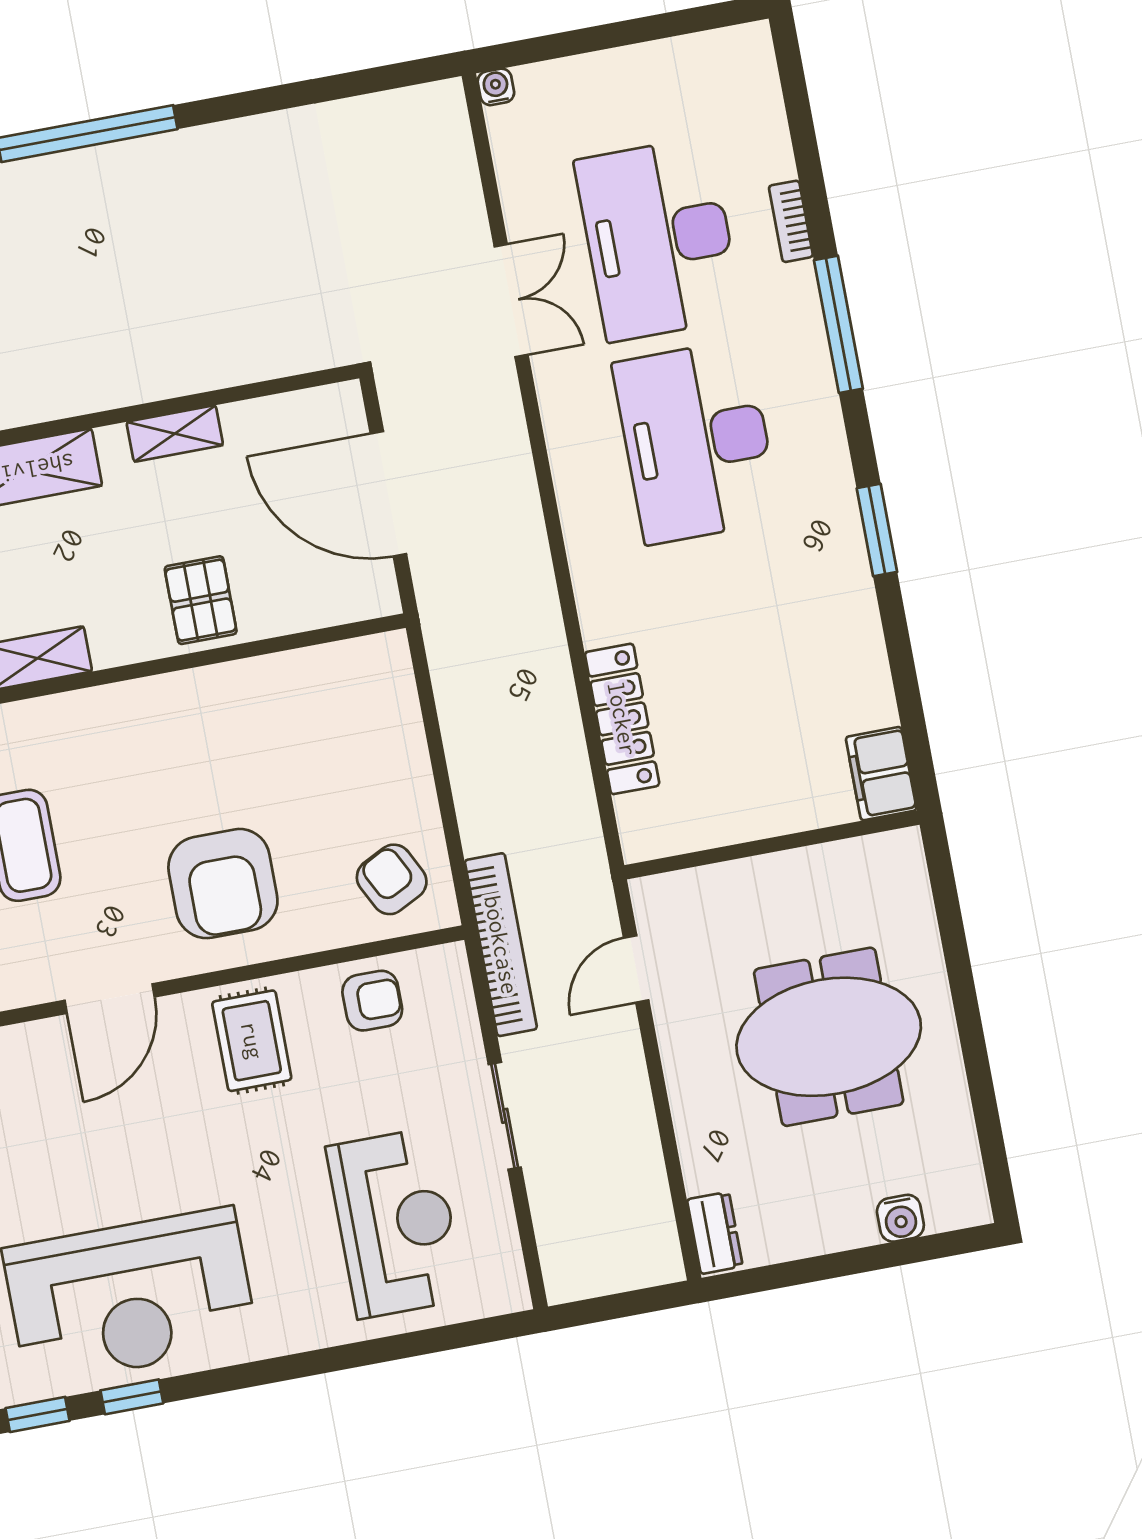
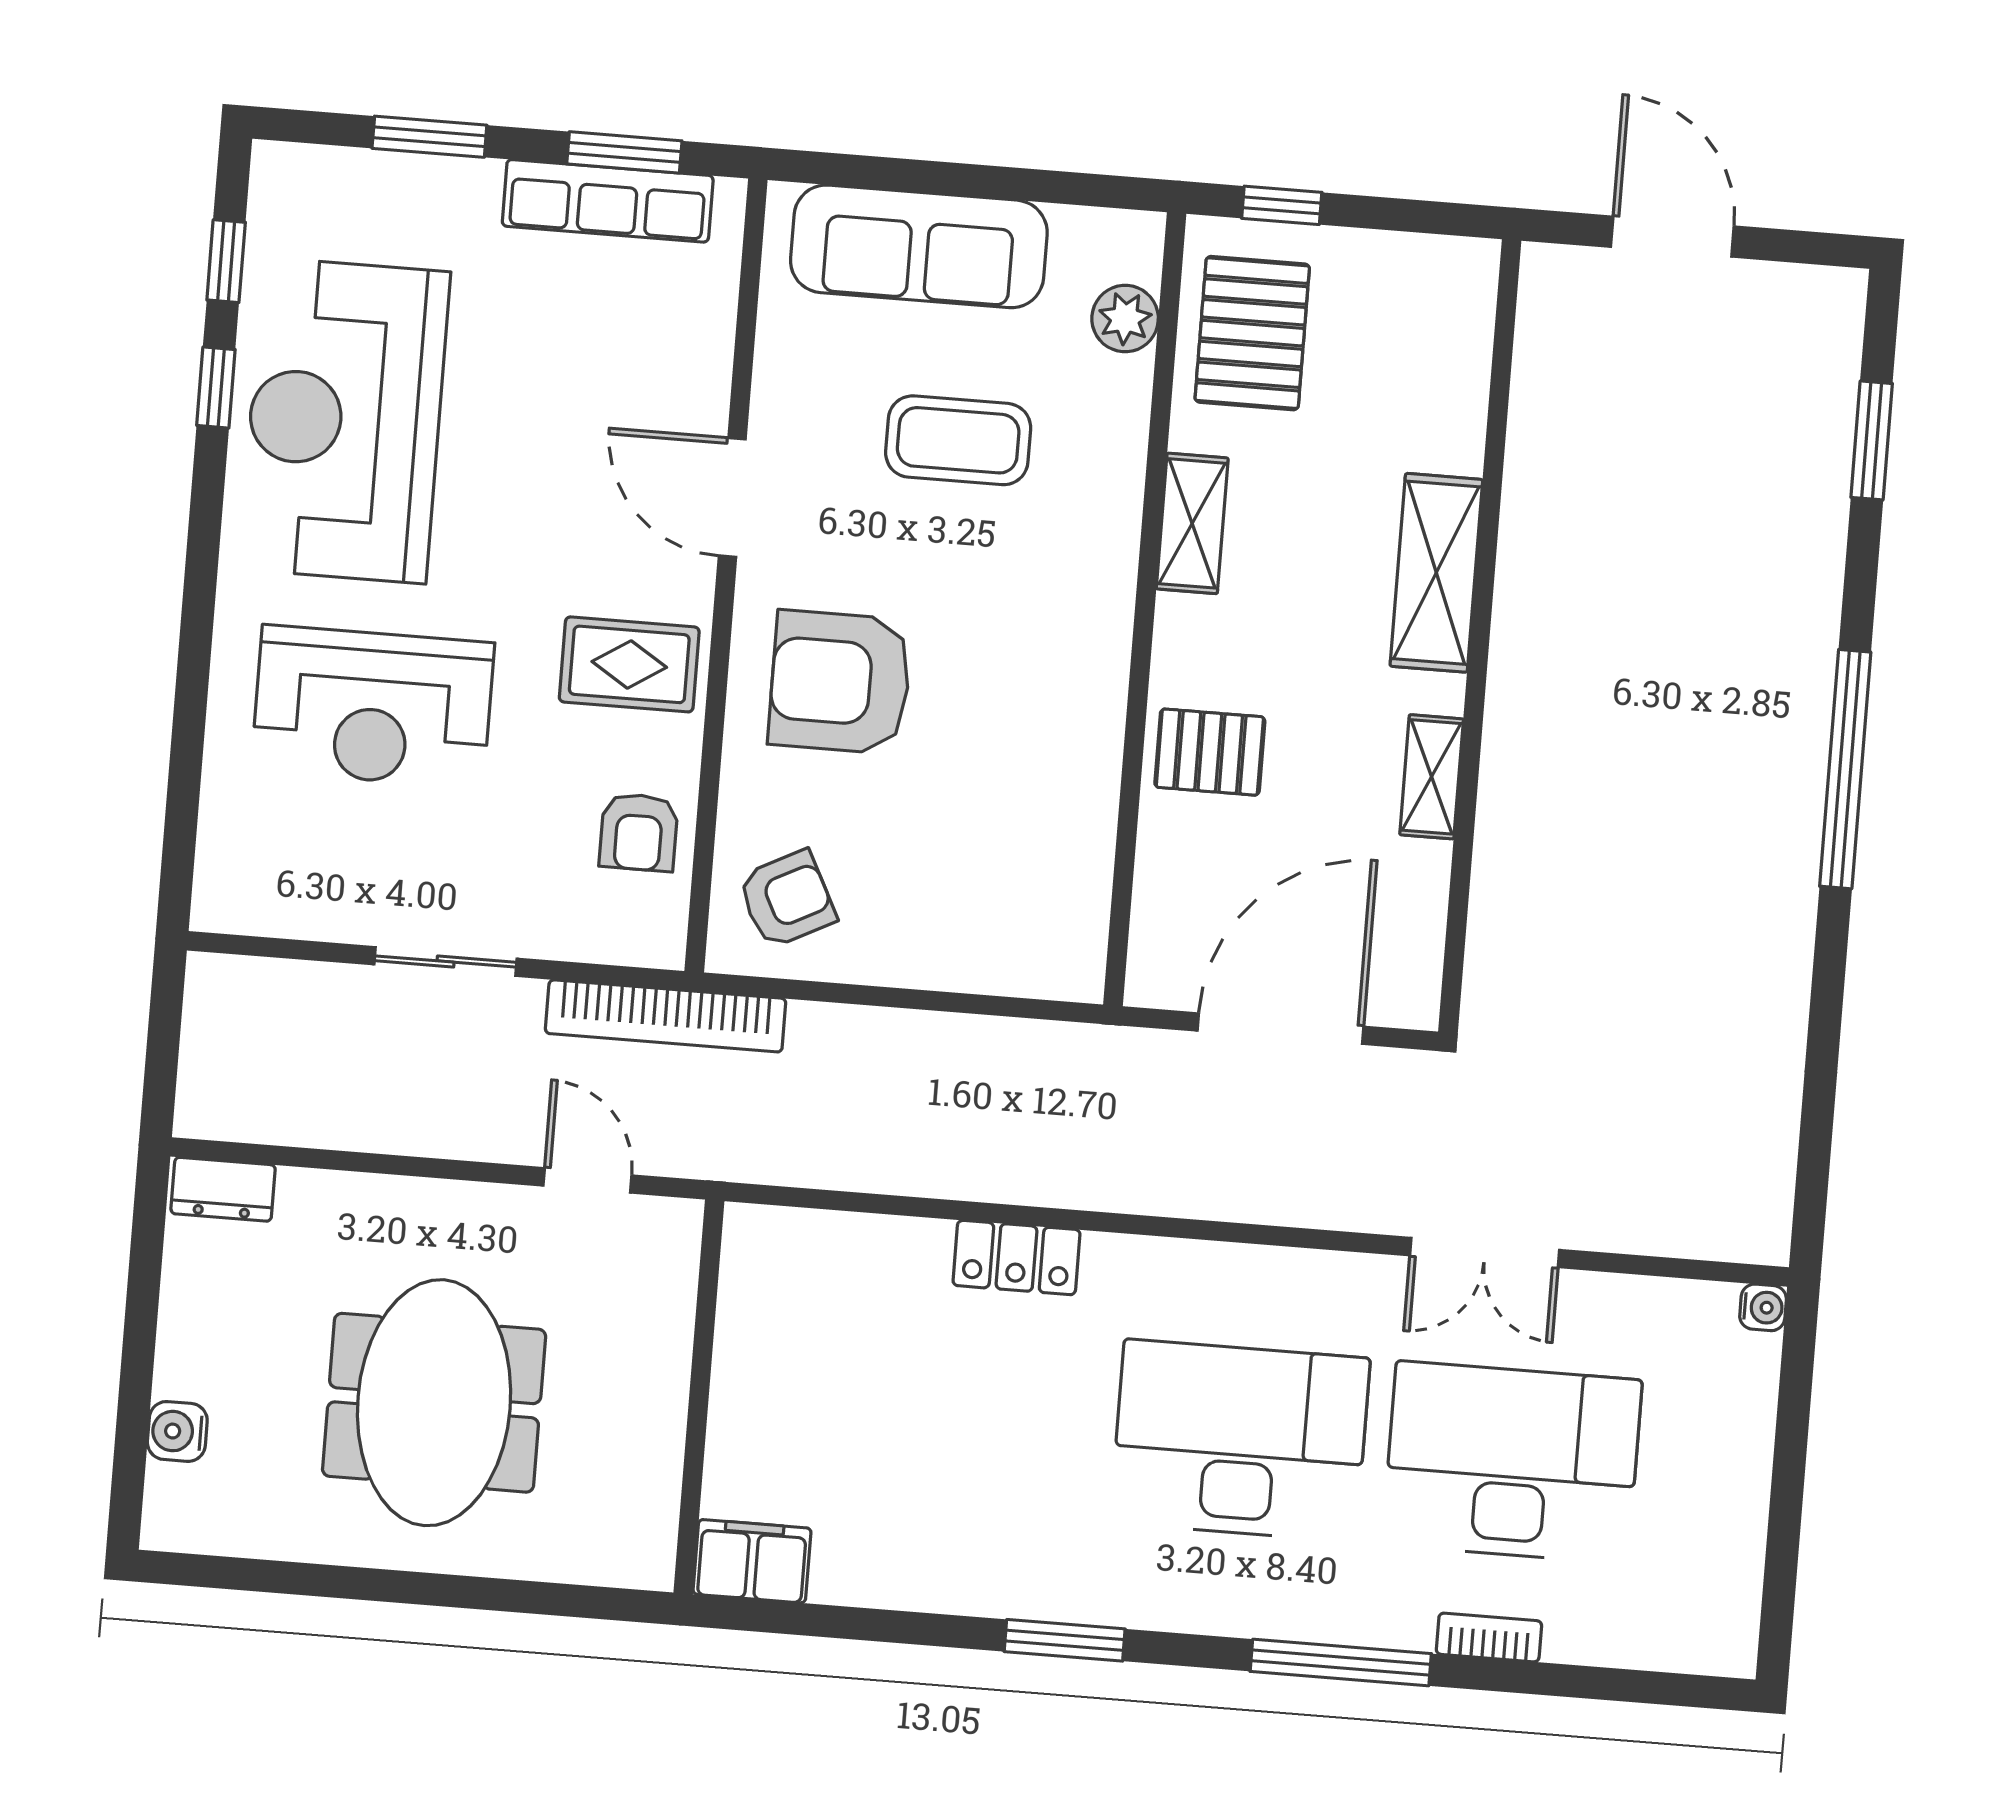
locker: (622, 719) -> (1016, 1258), moved, width x0.66
reception desk: (396, 1223) -> (373, 707), moved

